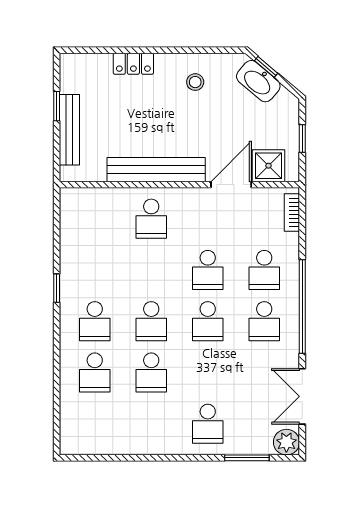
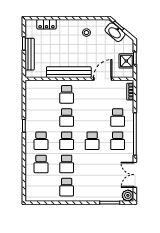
locker: (133, 64) -> (47, 24), moved
shower: (268, 166) -> (126, 61), moved
school desk: (208, 270) -> (67, 118), moved
school desk: (208, 424) -> (67, 187), moved

